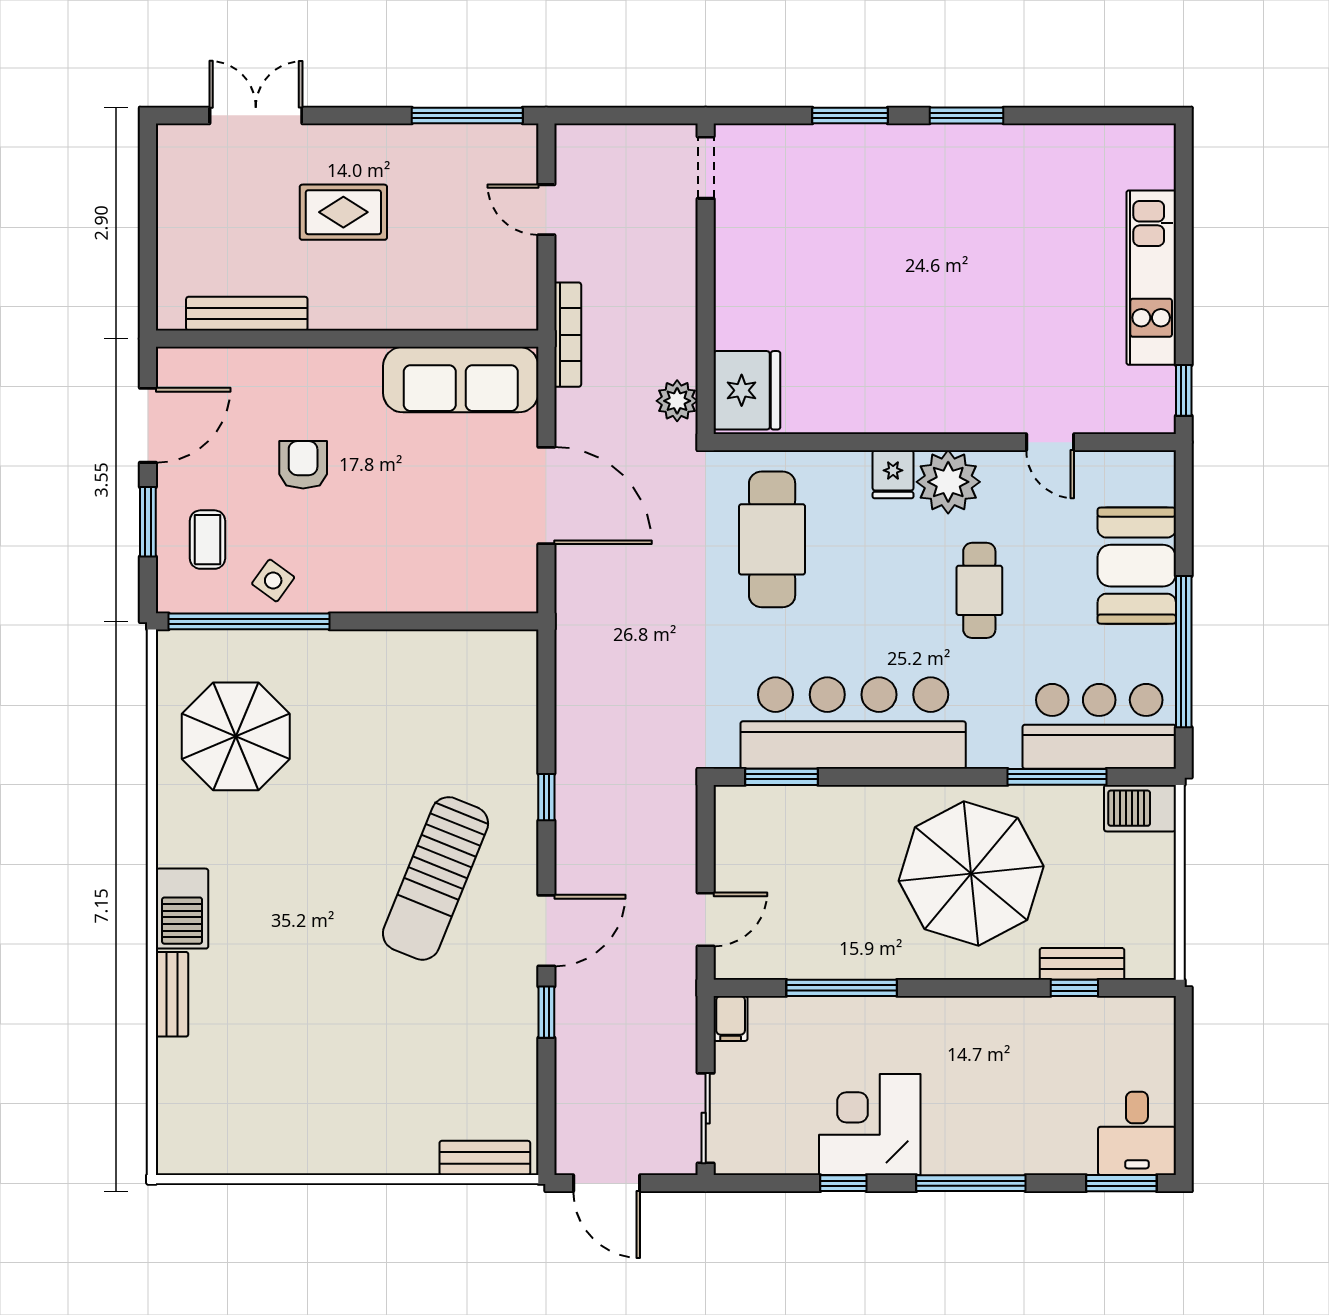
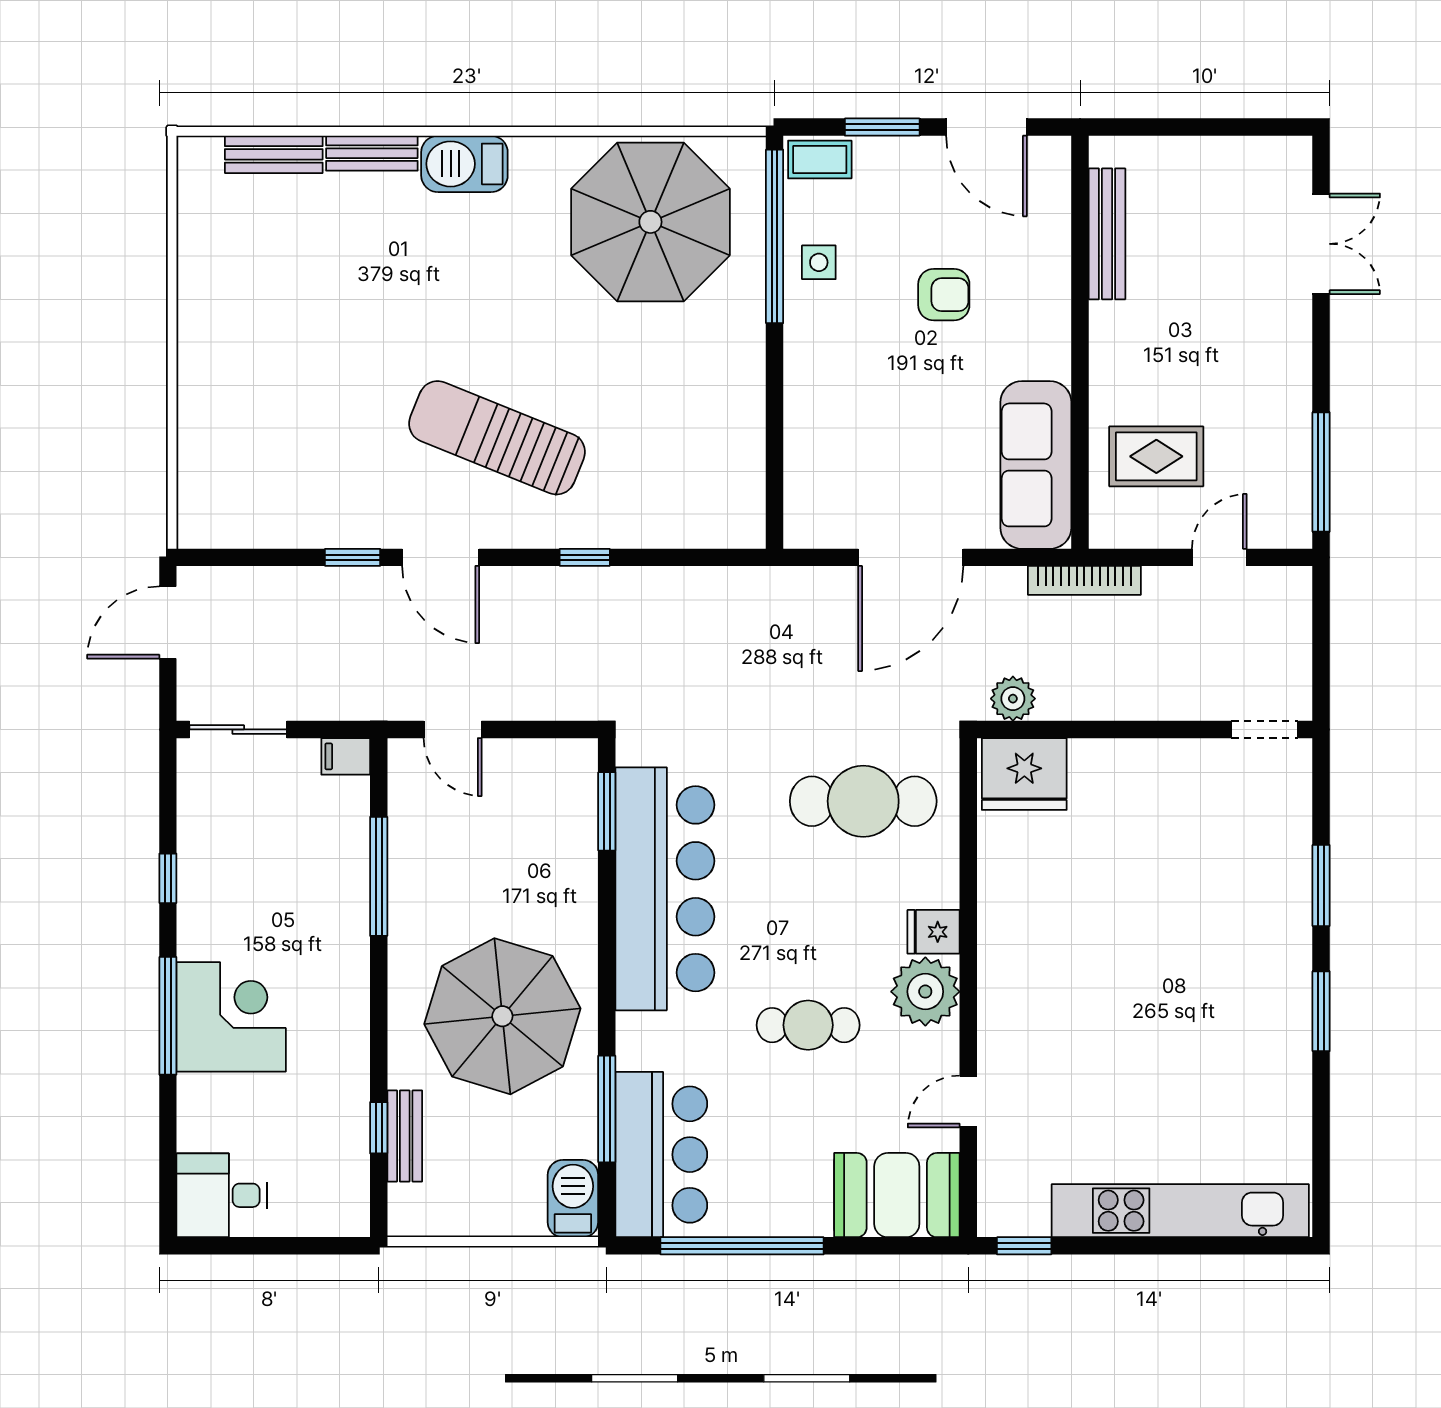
rug: (343, 212) -> (1156, 456), moved, turned 90
kitchen unit: (1151, 278) -> (1180, 1211), width x1.36
coffee table: (207, 540) -> (820, 160), moved
booth: (1137, 566) -> (897, 1195), moved
side table: (273, 581) -> (819, 262), turned -36
parasol: (236, 736) -> (650, 222), width x1.36, depth x1.36
corner desk: (870, 1125) -> (231, 1017), moved
bench: (485, 1158) -> (274, 154), moved, turned 90
window: (1121, 1183) -> (168, 1179), removed

